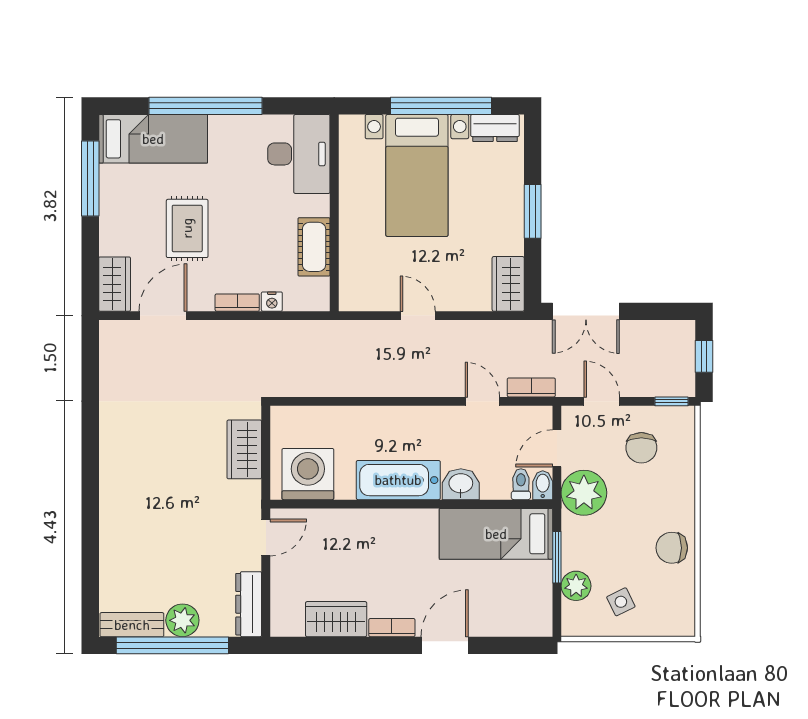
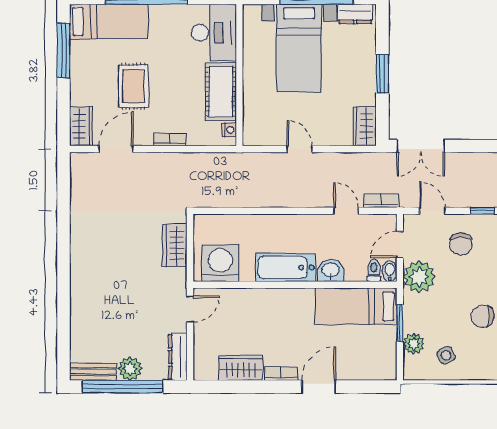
cot: (314, 247) -> (221, 92), width x1.37, depth x1.34
nightstand: (272, 302) -> (229, 130), moved, turned -90

